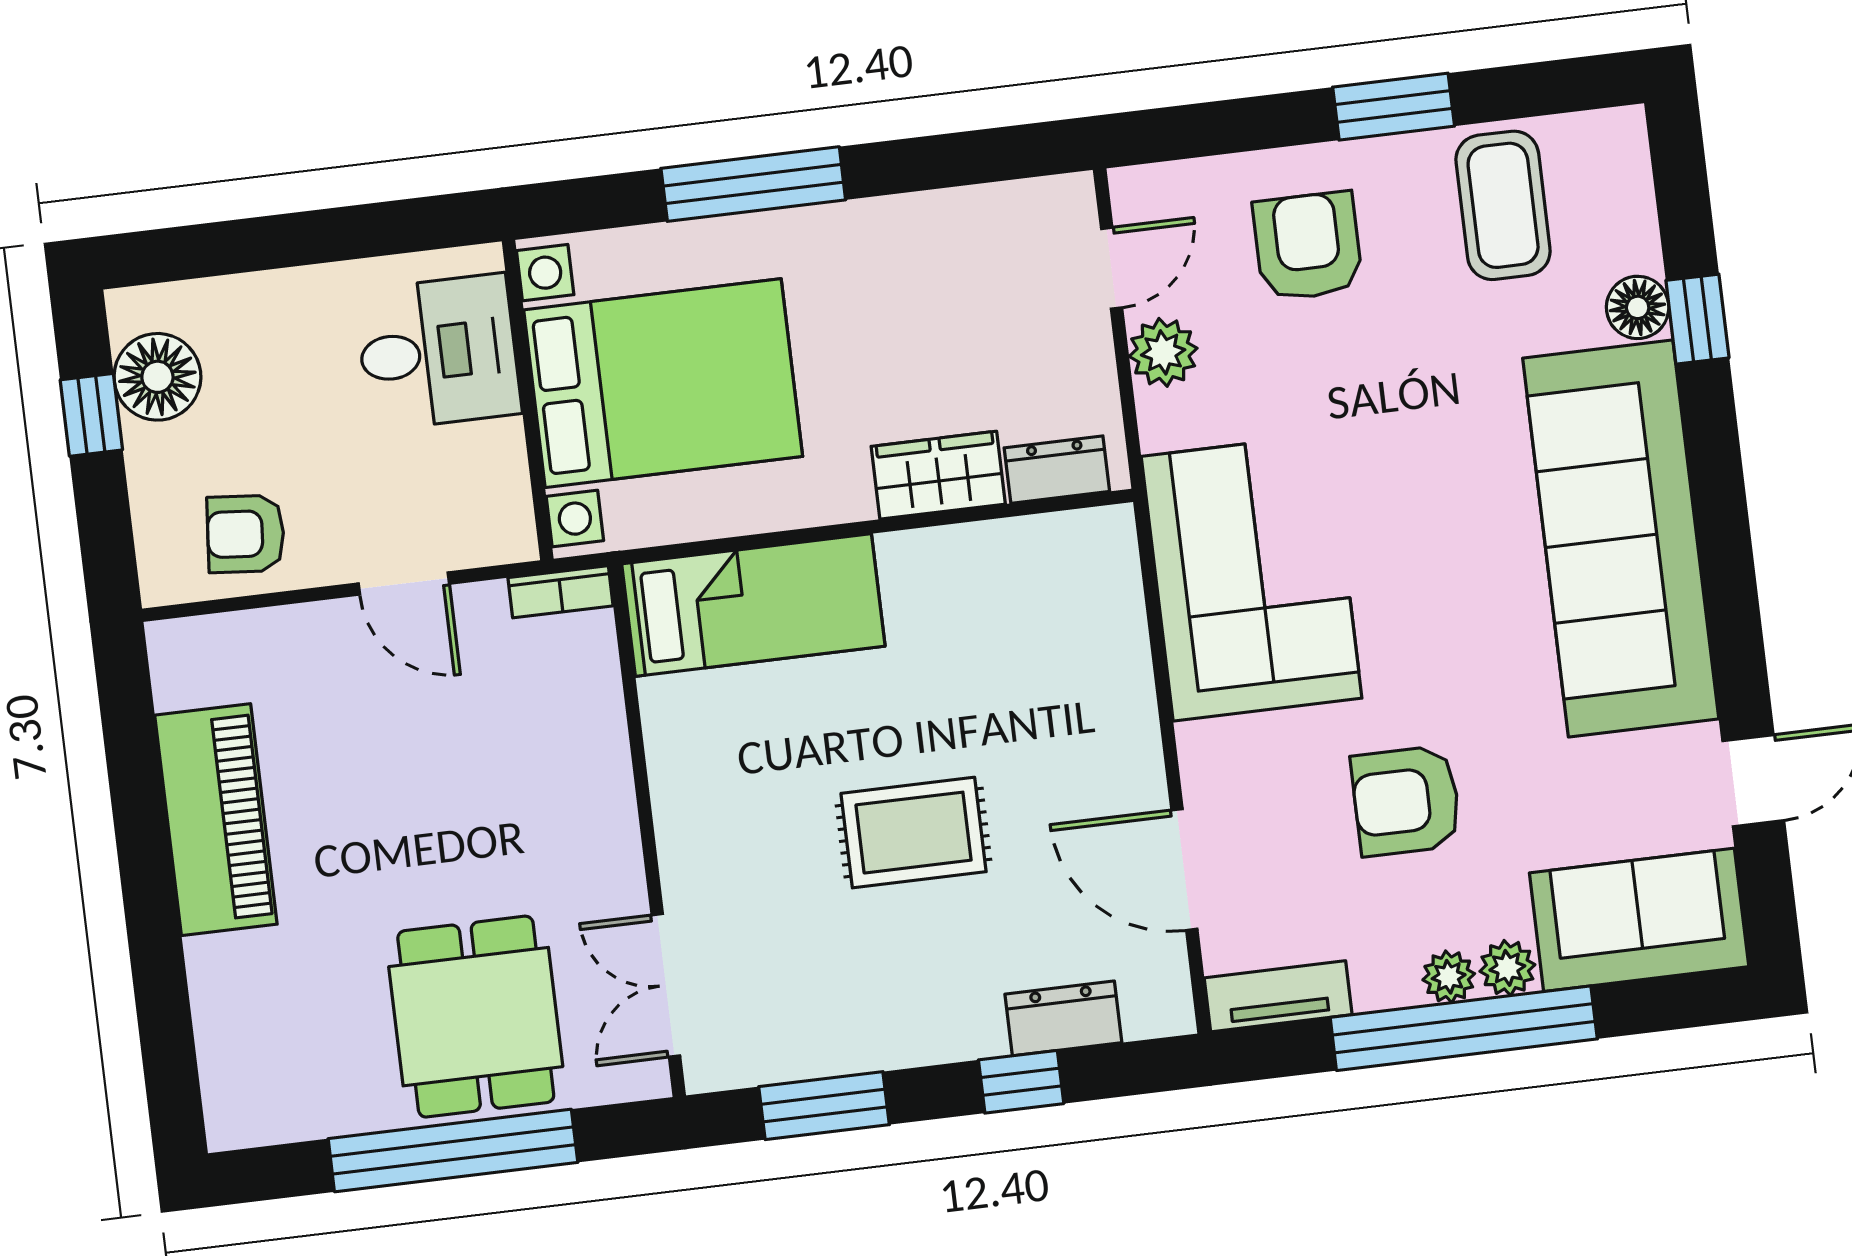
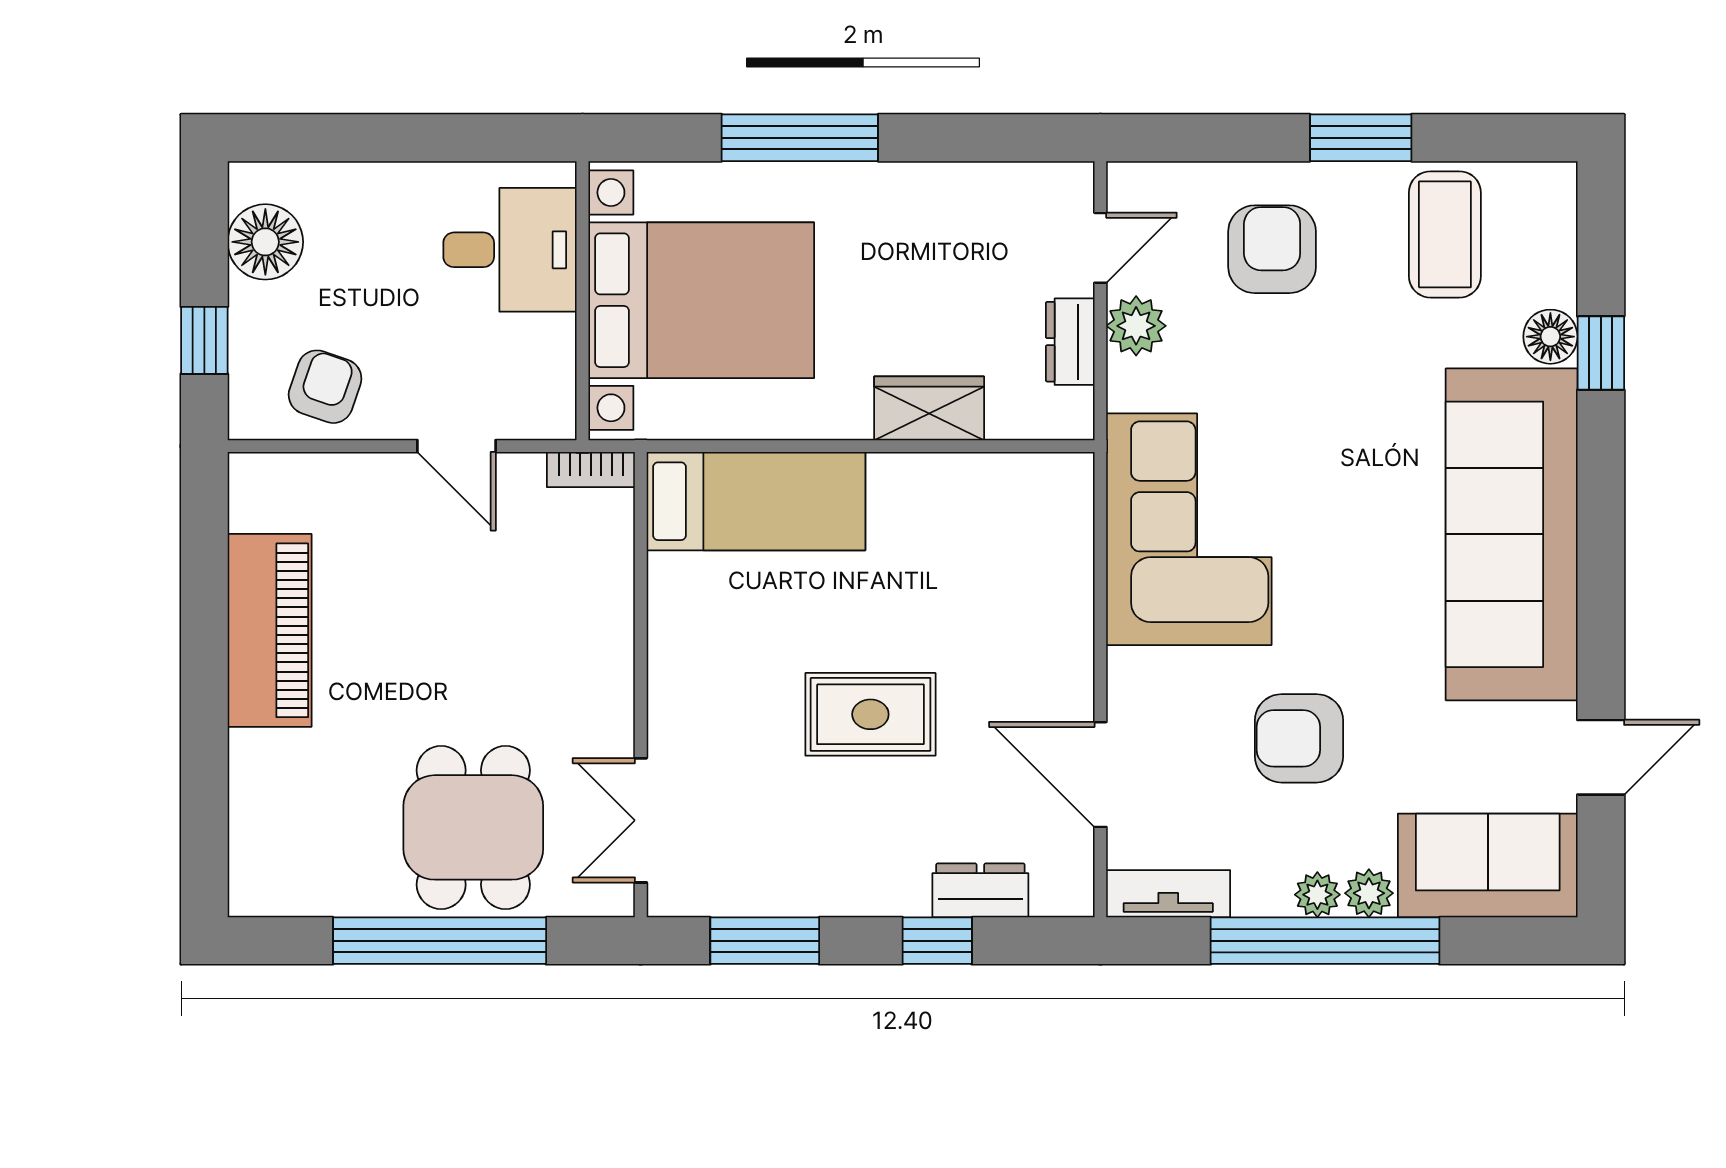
window: (91, 415) -> (204, 340), moved
dresser: (1057, 470) -> (1070, 342), moved, turned -90
armchair: (246, 534) -> (325, 387), turned 104

